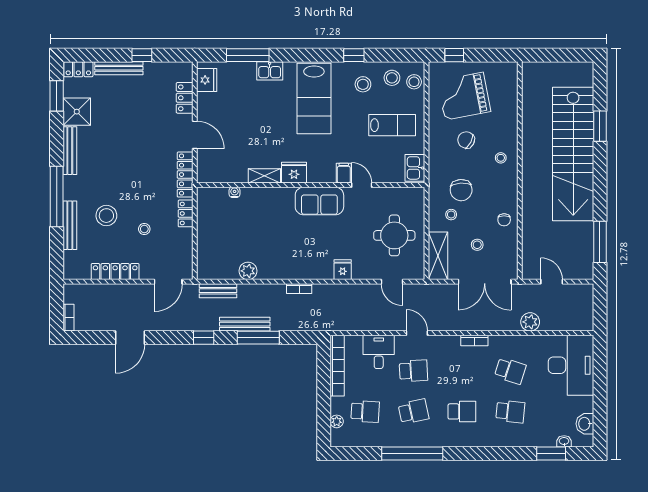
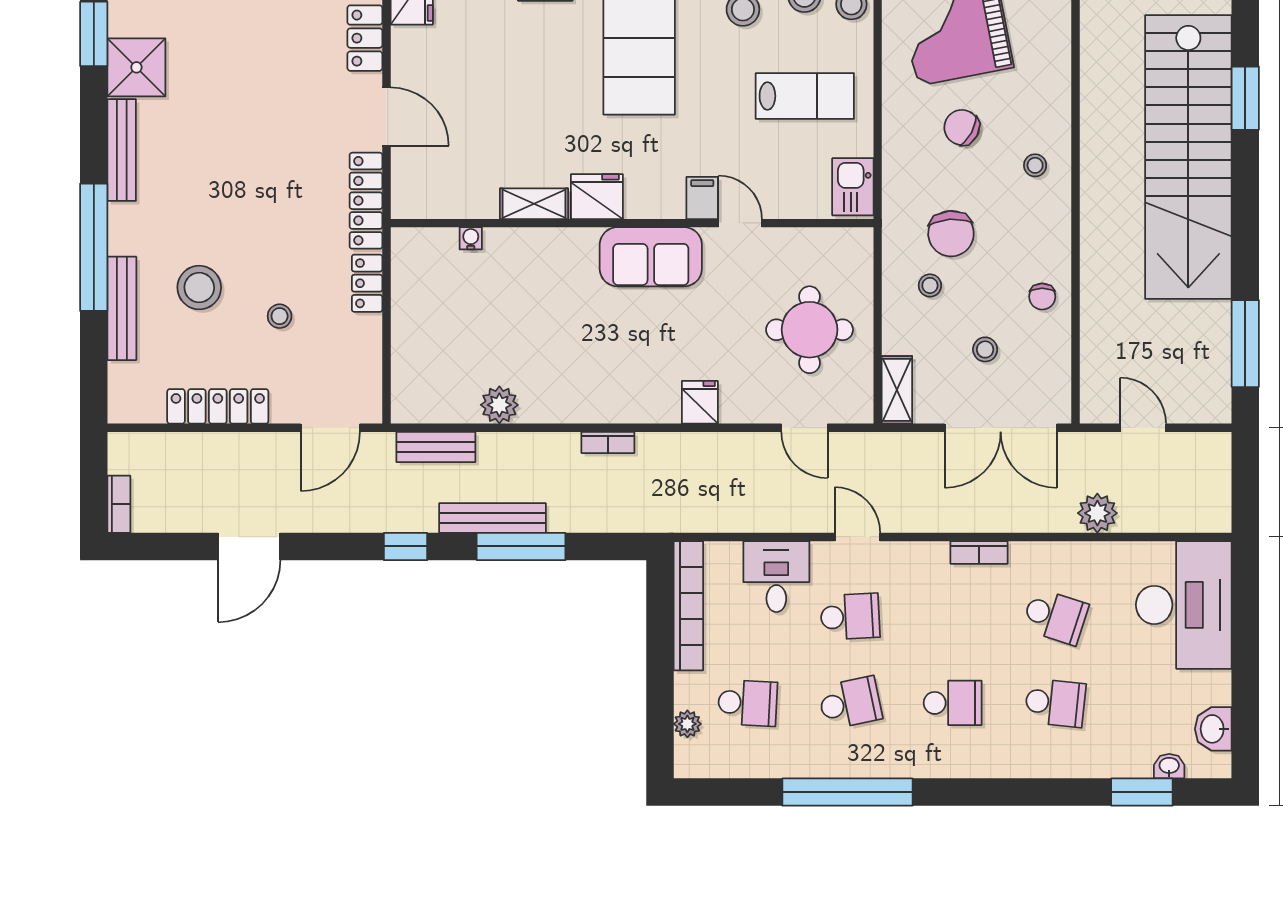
shelving: (438, 256) -> (897, 390), width x0.67, depth x0.75

